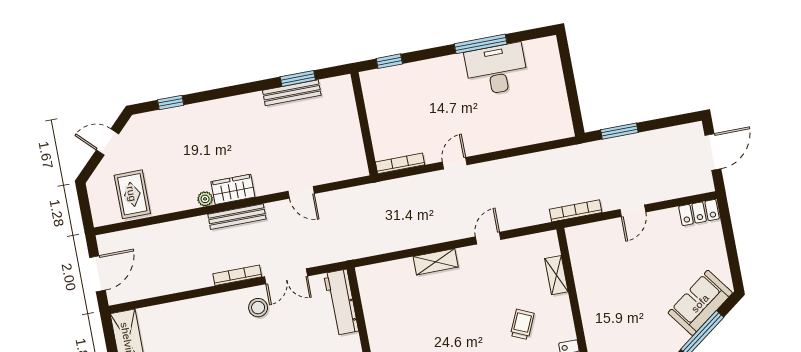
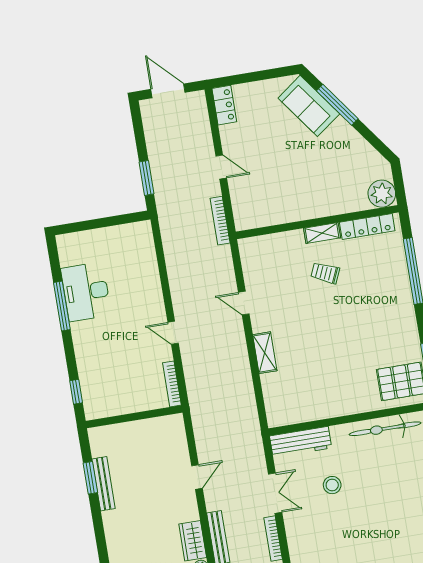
shelving: (556, 275) -> (322, 233), moved
stool: (258, 308) -> (332, 485), moved

